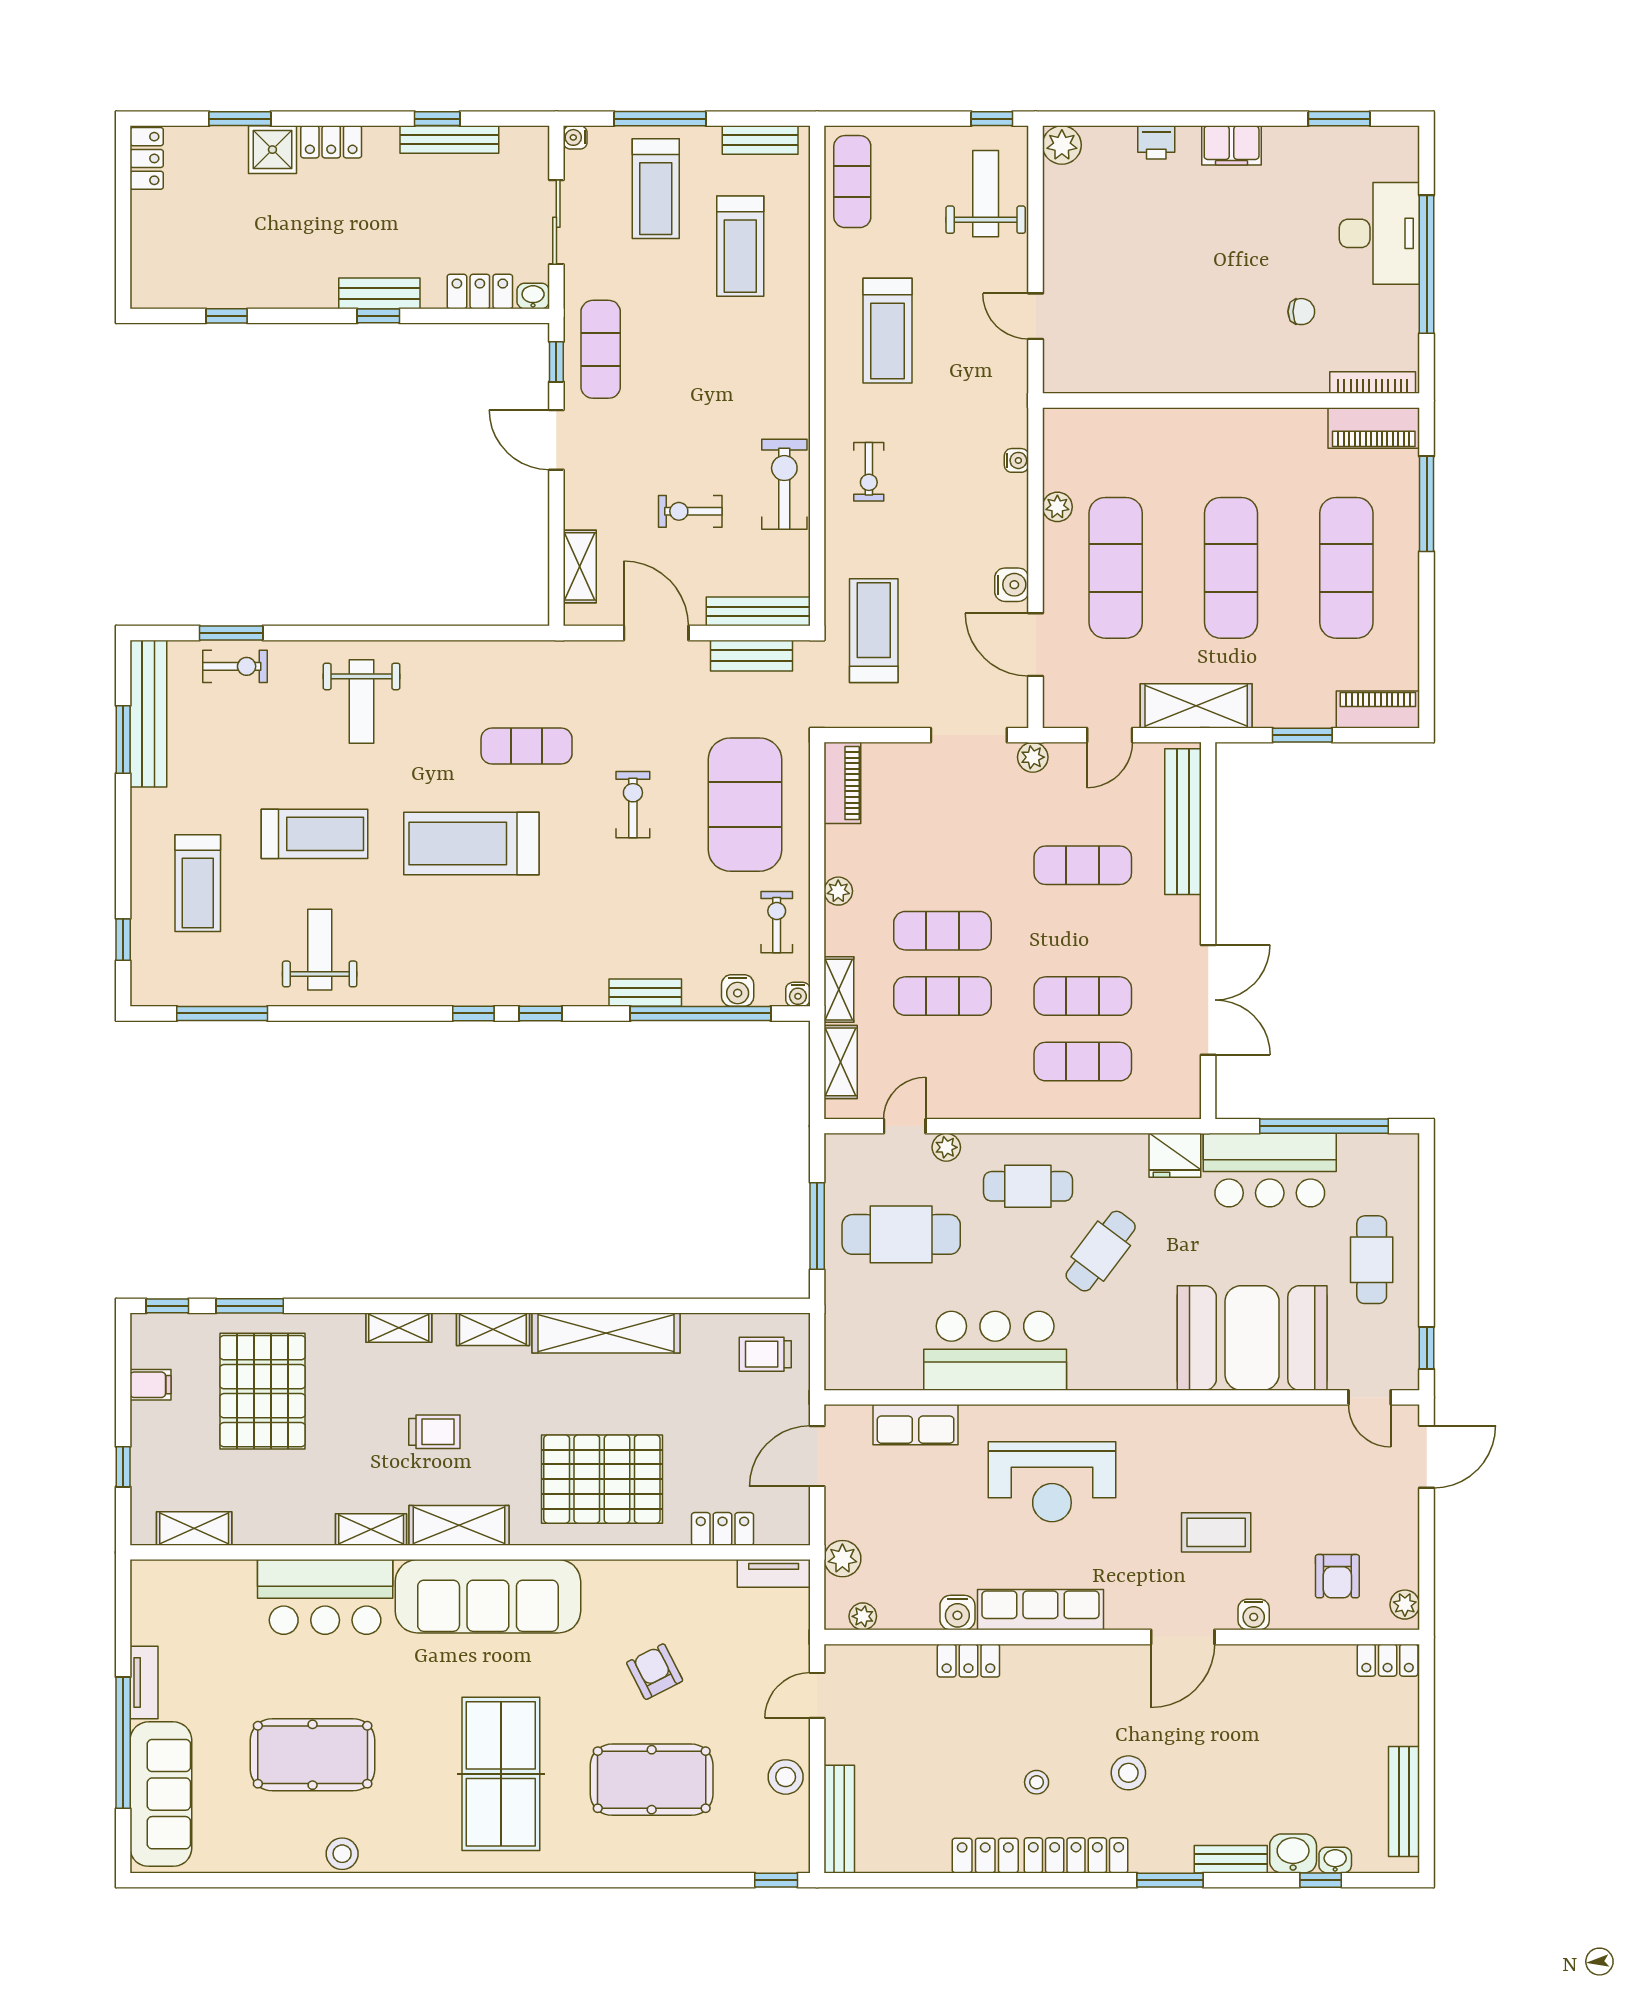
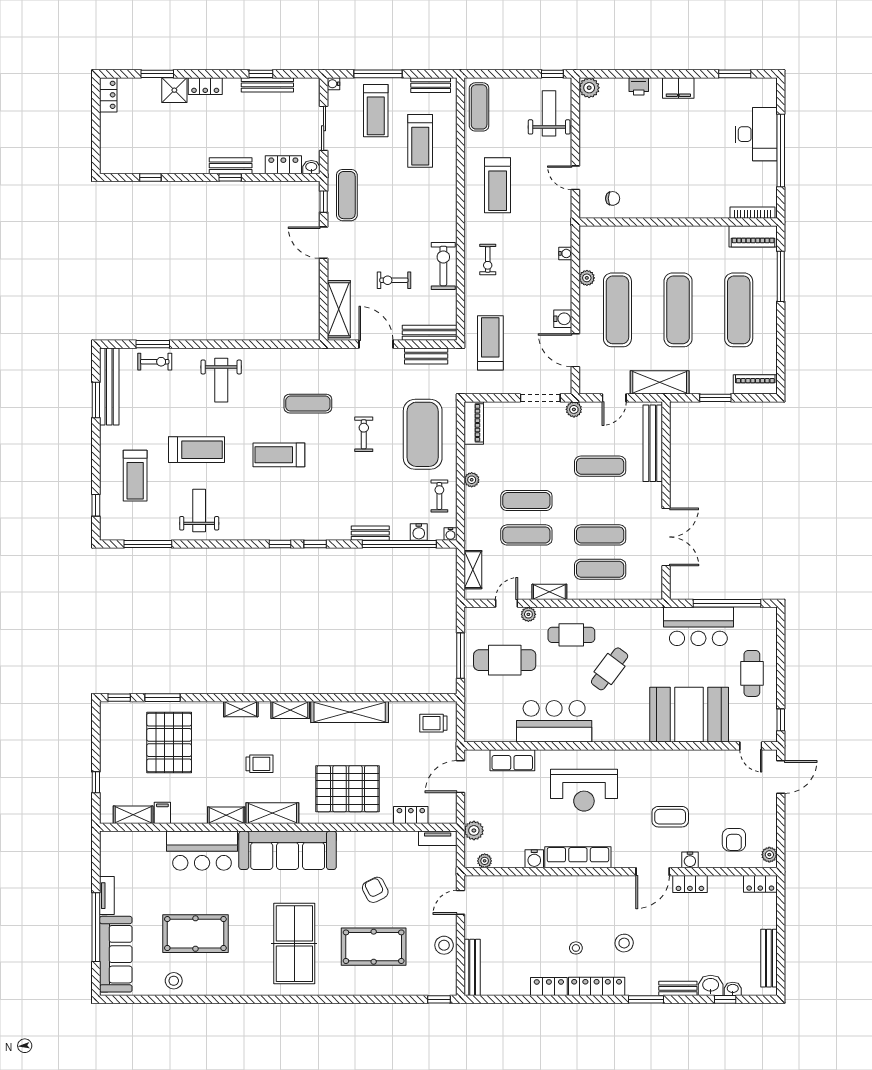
chair: (1301, 312) -> (613, 198), moved
shelving: (580, 566) -> (339, 309), width x1.50, depth x1.33
treadmill: (471, 844) -> (279, 455), width x0.73, depth x0.73
shelving: (839, 990) -> (549, 592), moved, turned 90
fridge: (1175, 1155) -> (649, 619), removed
filing cabinet: (151, 1385) -> (162, 813), moved, turned -90
locker: (968, 1661) -> (690, 884), moved
stool: (342, 1854) -> (174, 981), moved

